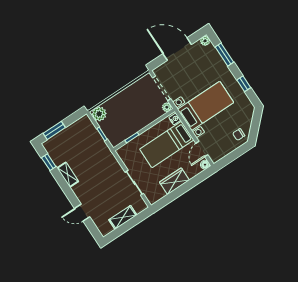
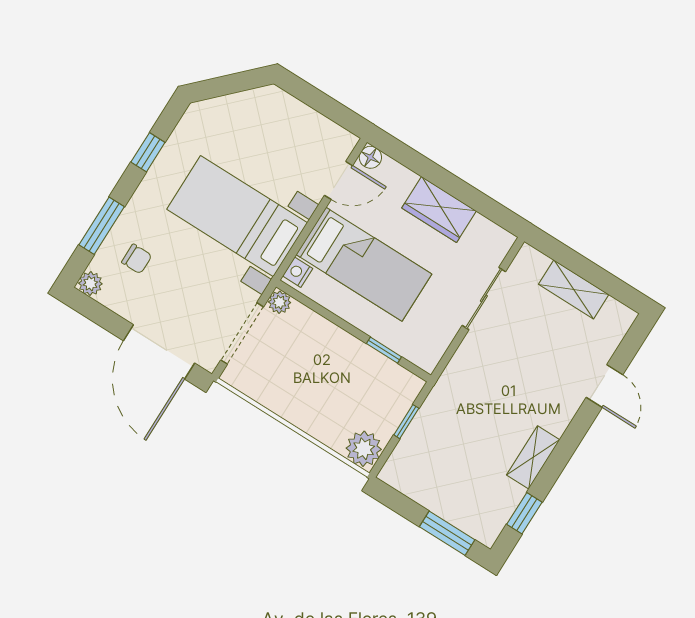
door: (177, 49) -> (159, 352), moved
chair: (239, 135) -> (137, 259), moved

